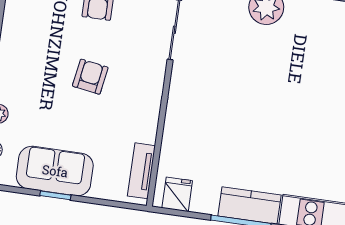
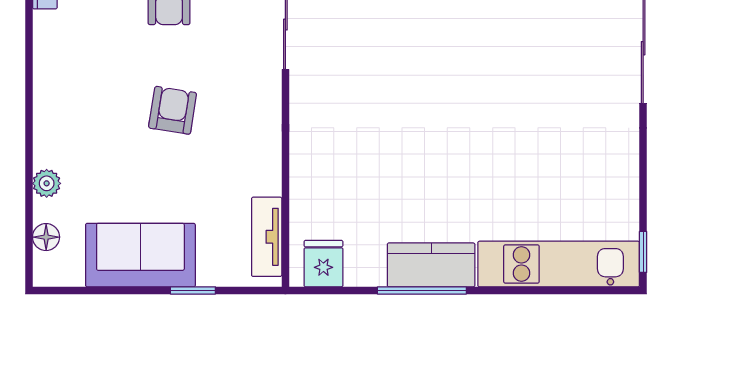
window: (55, 195) -> (193, 290), moved

